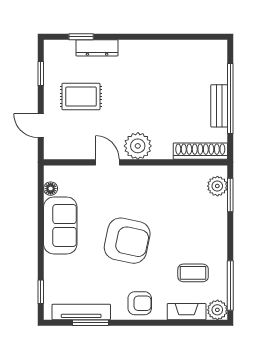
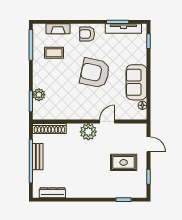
dresser: (97, 48) -> (52, 193), moved
door: (107, 162) -> (107, 122), swing flipped
plant: (217, 186) -> (39, 95), moved
plant: (217, 310) -> (39, 30), removed

